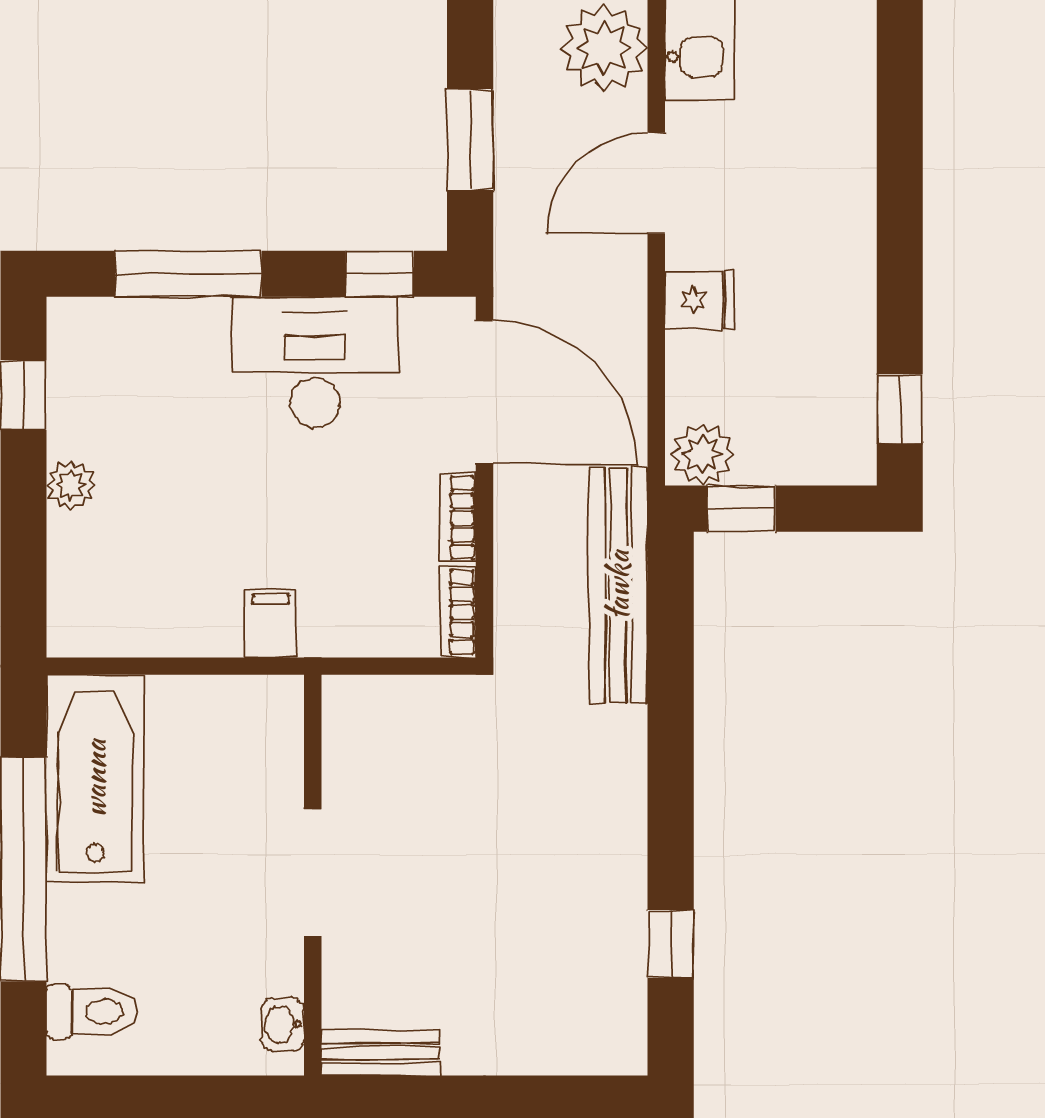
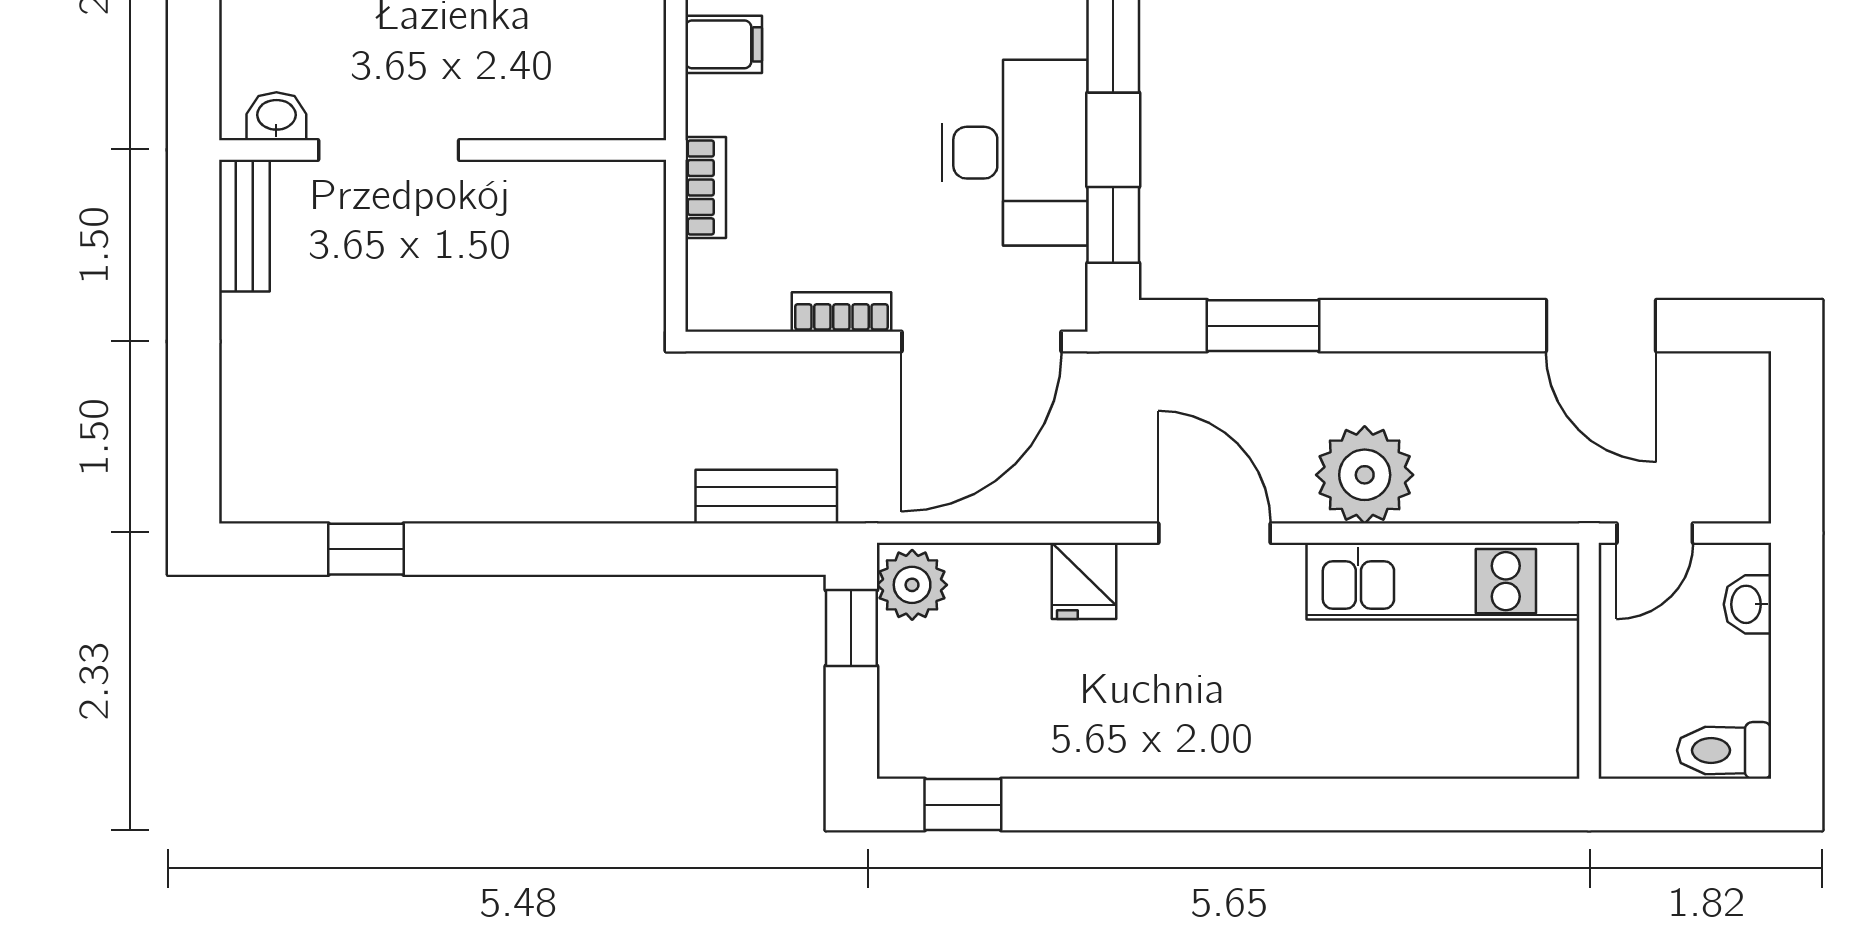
bench: (618, 585) -> (766, 497), width x0.54, depth x0.82
bookcase: (458, 612) -> (706, 187), moved, turned 90
filing cabinet: (271, 623) -> (724, 44), moved
doorway: (313, 873) -> (389, 150), moved

